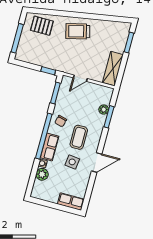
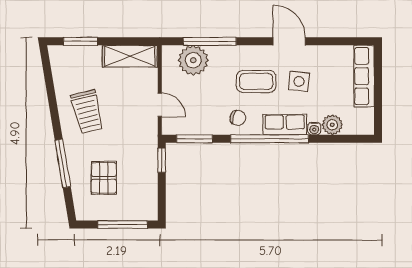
window: (62, 13) -> (63, 164), added
pallet: (42, 26) -> (104, 178), moved
trolley: (78, 31) -> (87, 112), moved
plant: (104, 110) -> (193, 60), width x1.87, depth x1.87
window: (109, 117) -> (210, 41), width x1.44
row of seats: (71, 202) -> (364, 76), width x1.48

